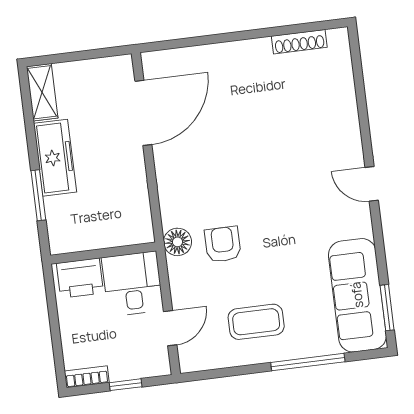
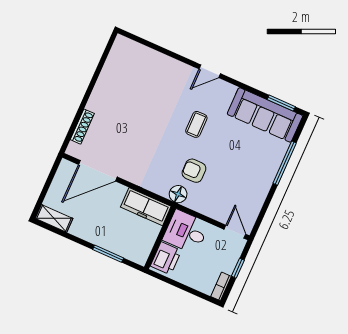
shoe rack: (299, 42) -> (82, 127), moved
door: (143, 113) -> (98, 171), swing flipped
freezer: (55, 158) -> (146, 207), moved, turned 180
coffee table: (256, 322) -> (196, 124), moved, width x0.73, depth x0.77
door: (170, 328) -> (235, 232), moved

